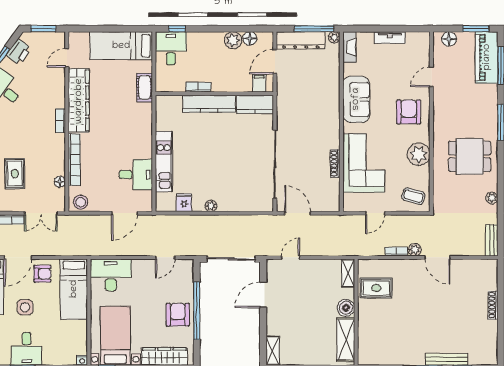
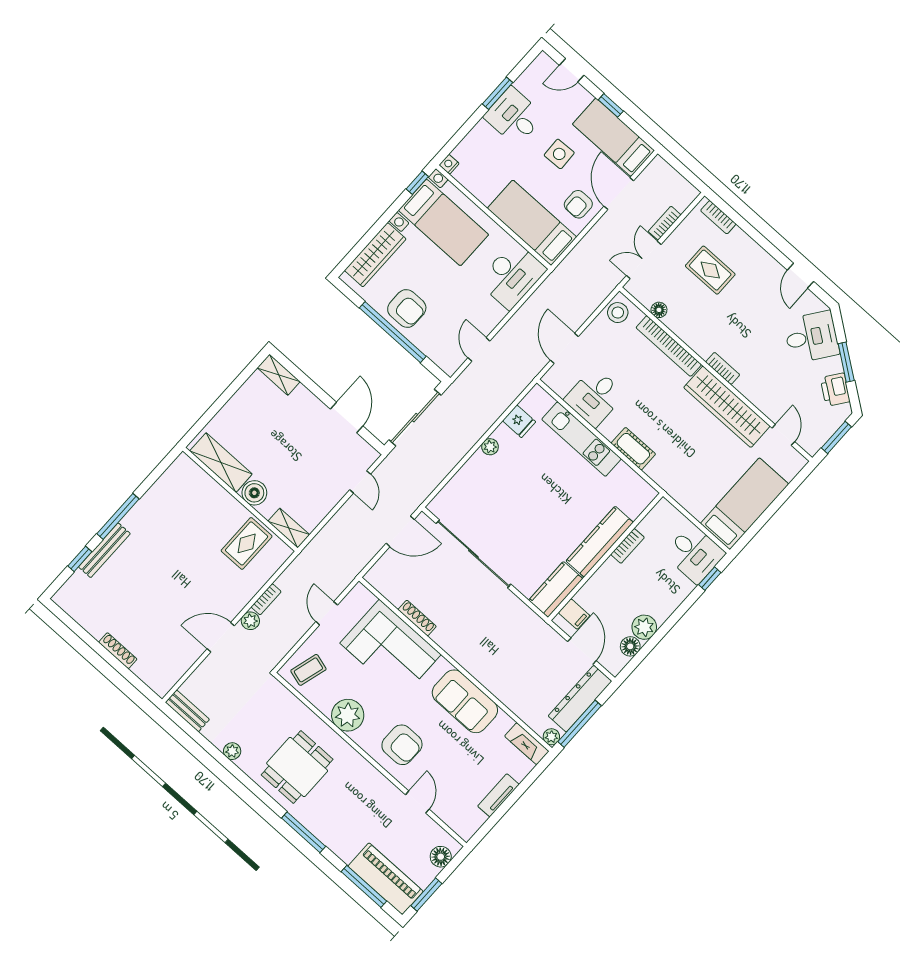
cot: (145, 87) -> (633, 449), moved

